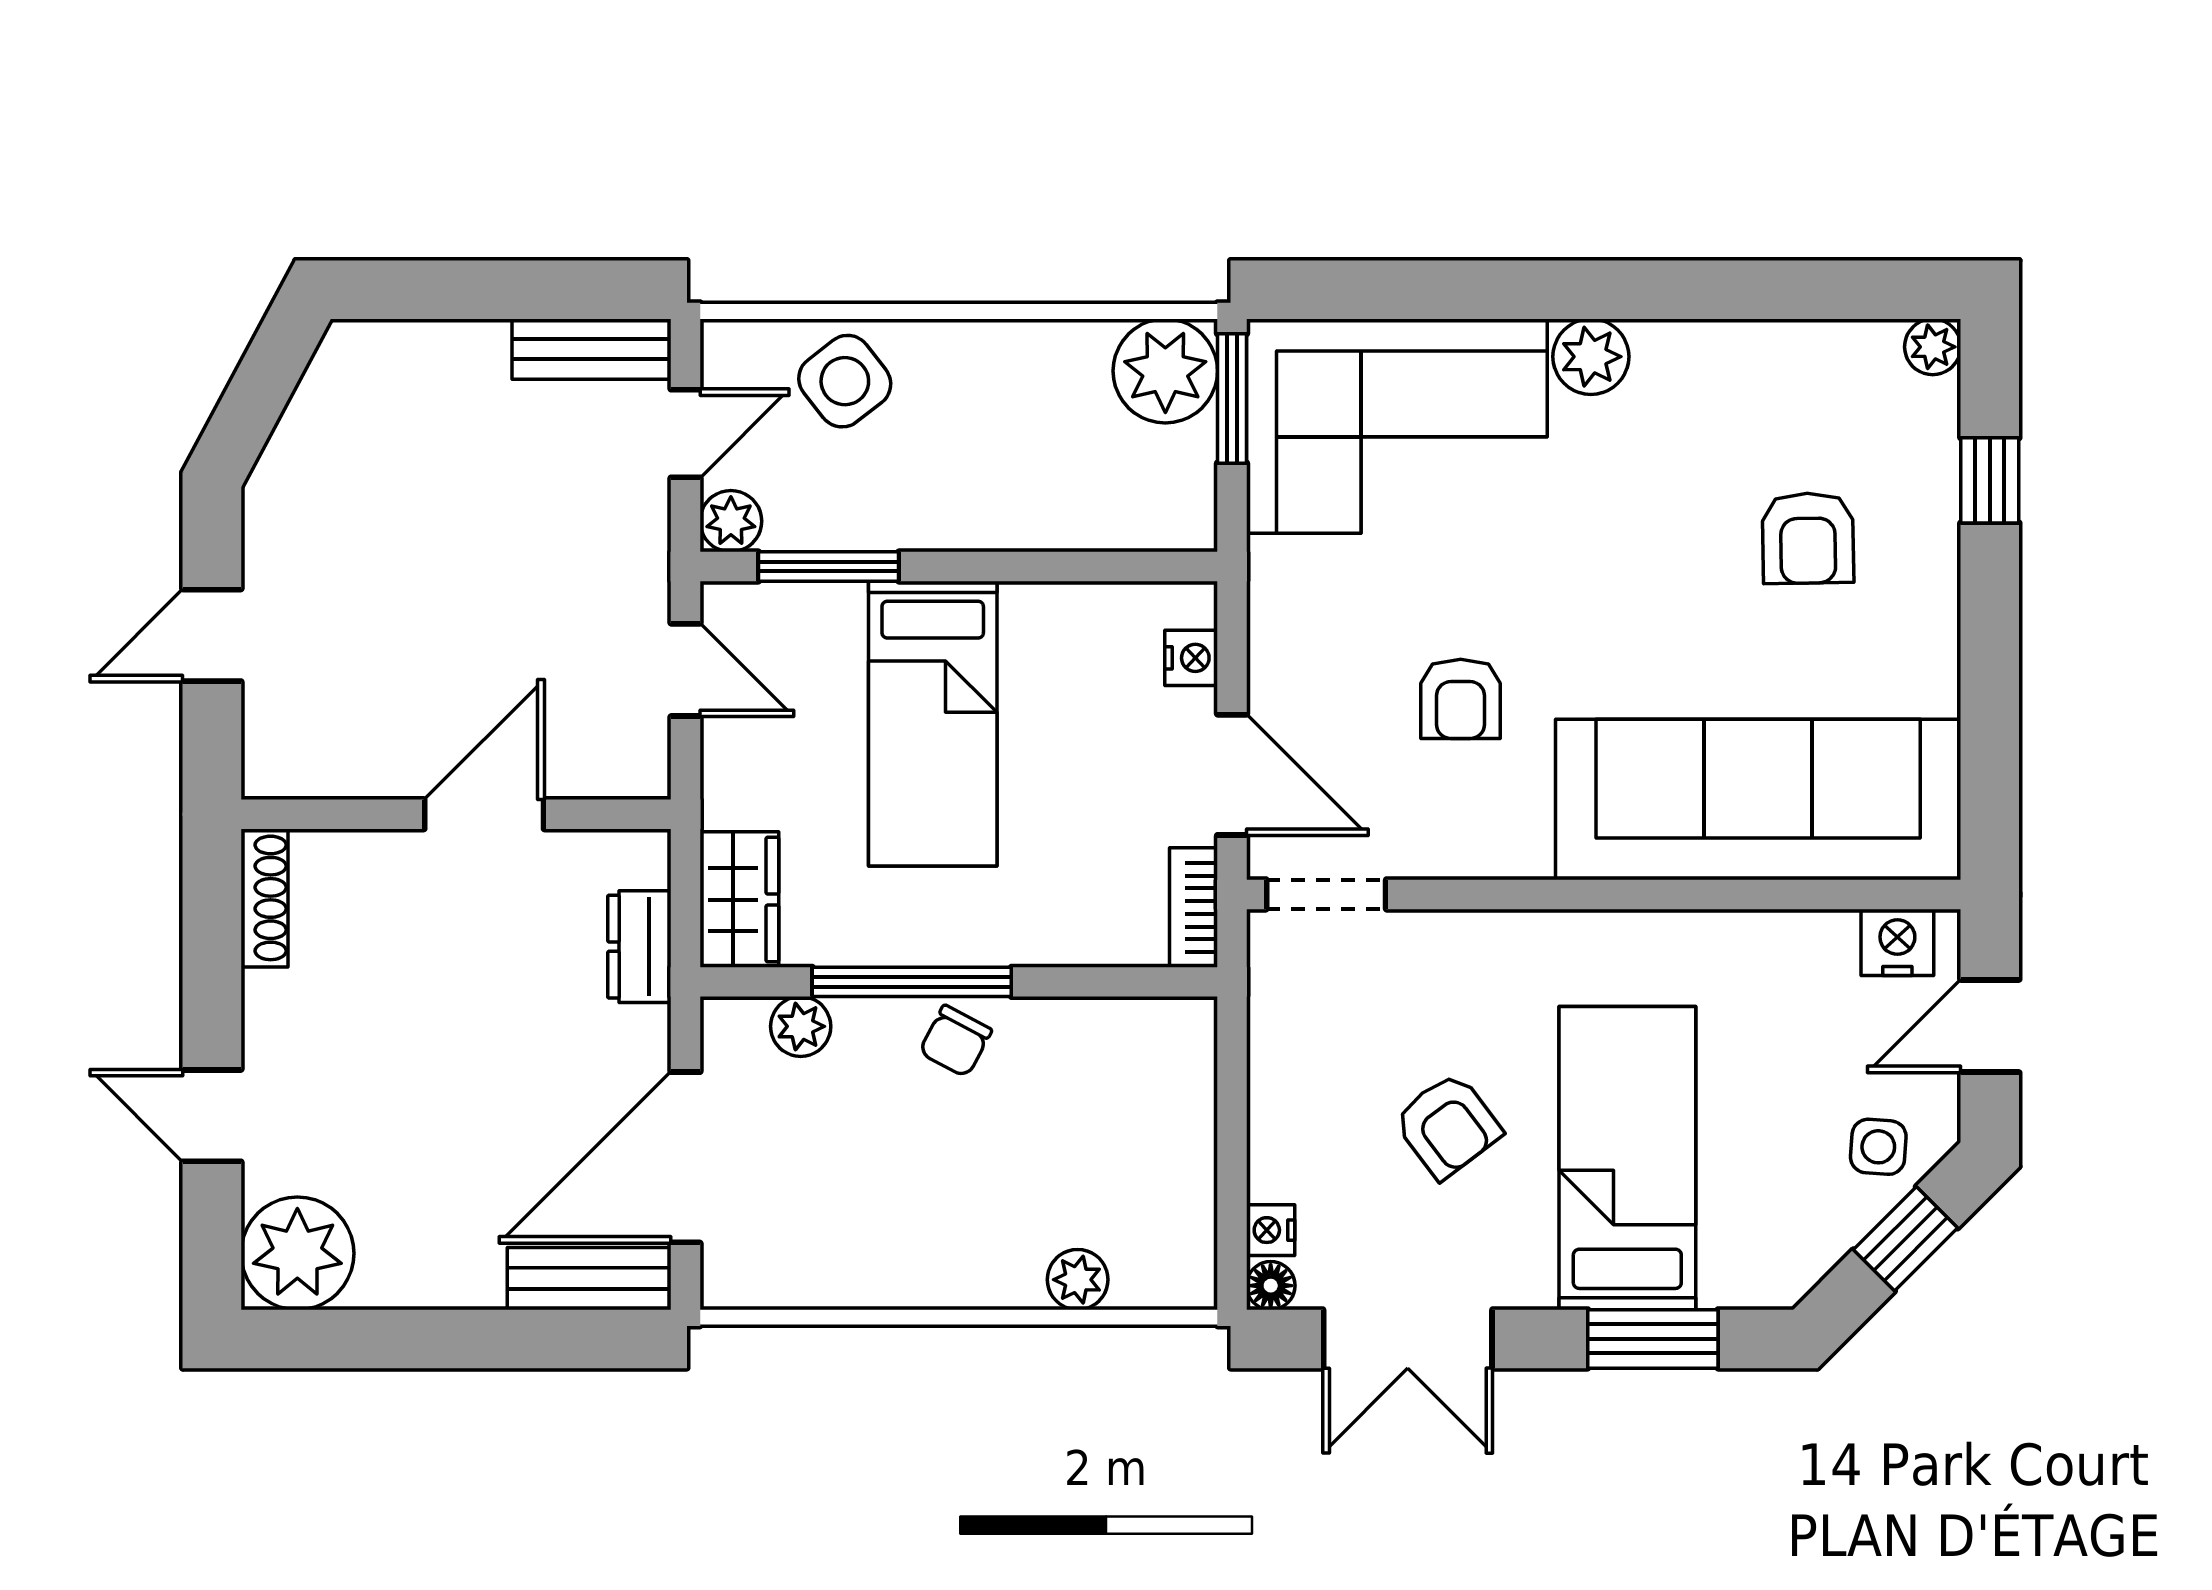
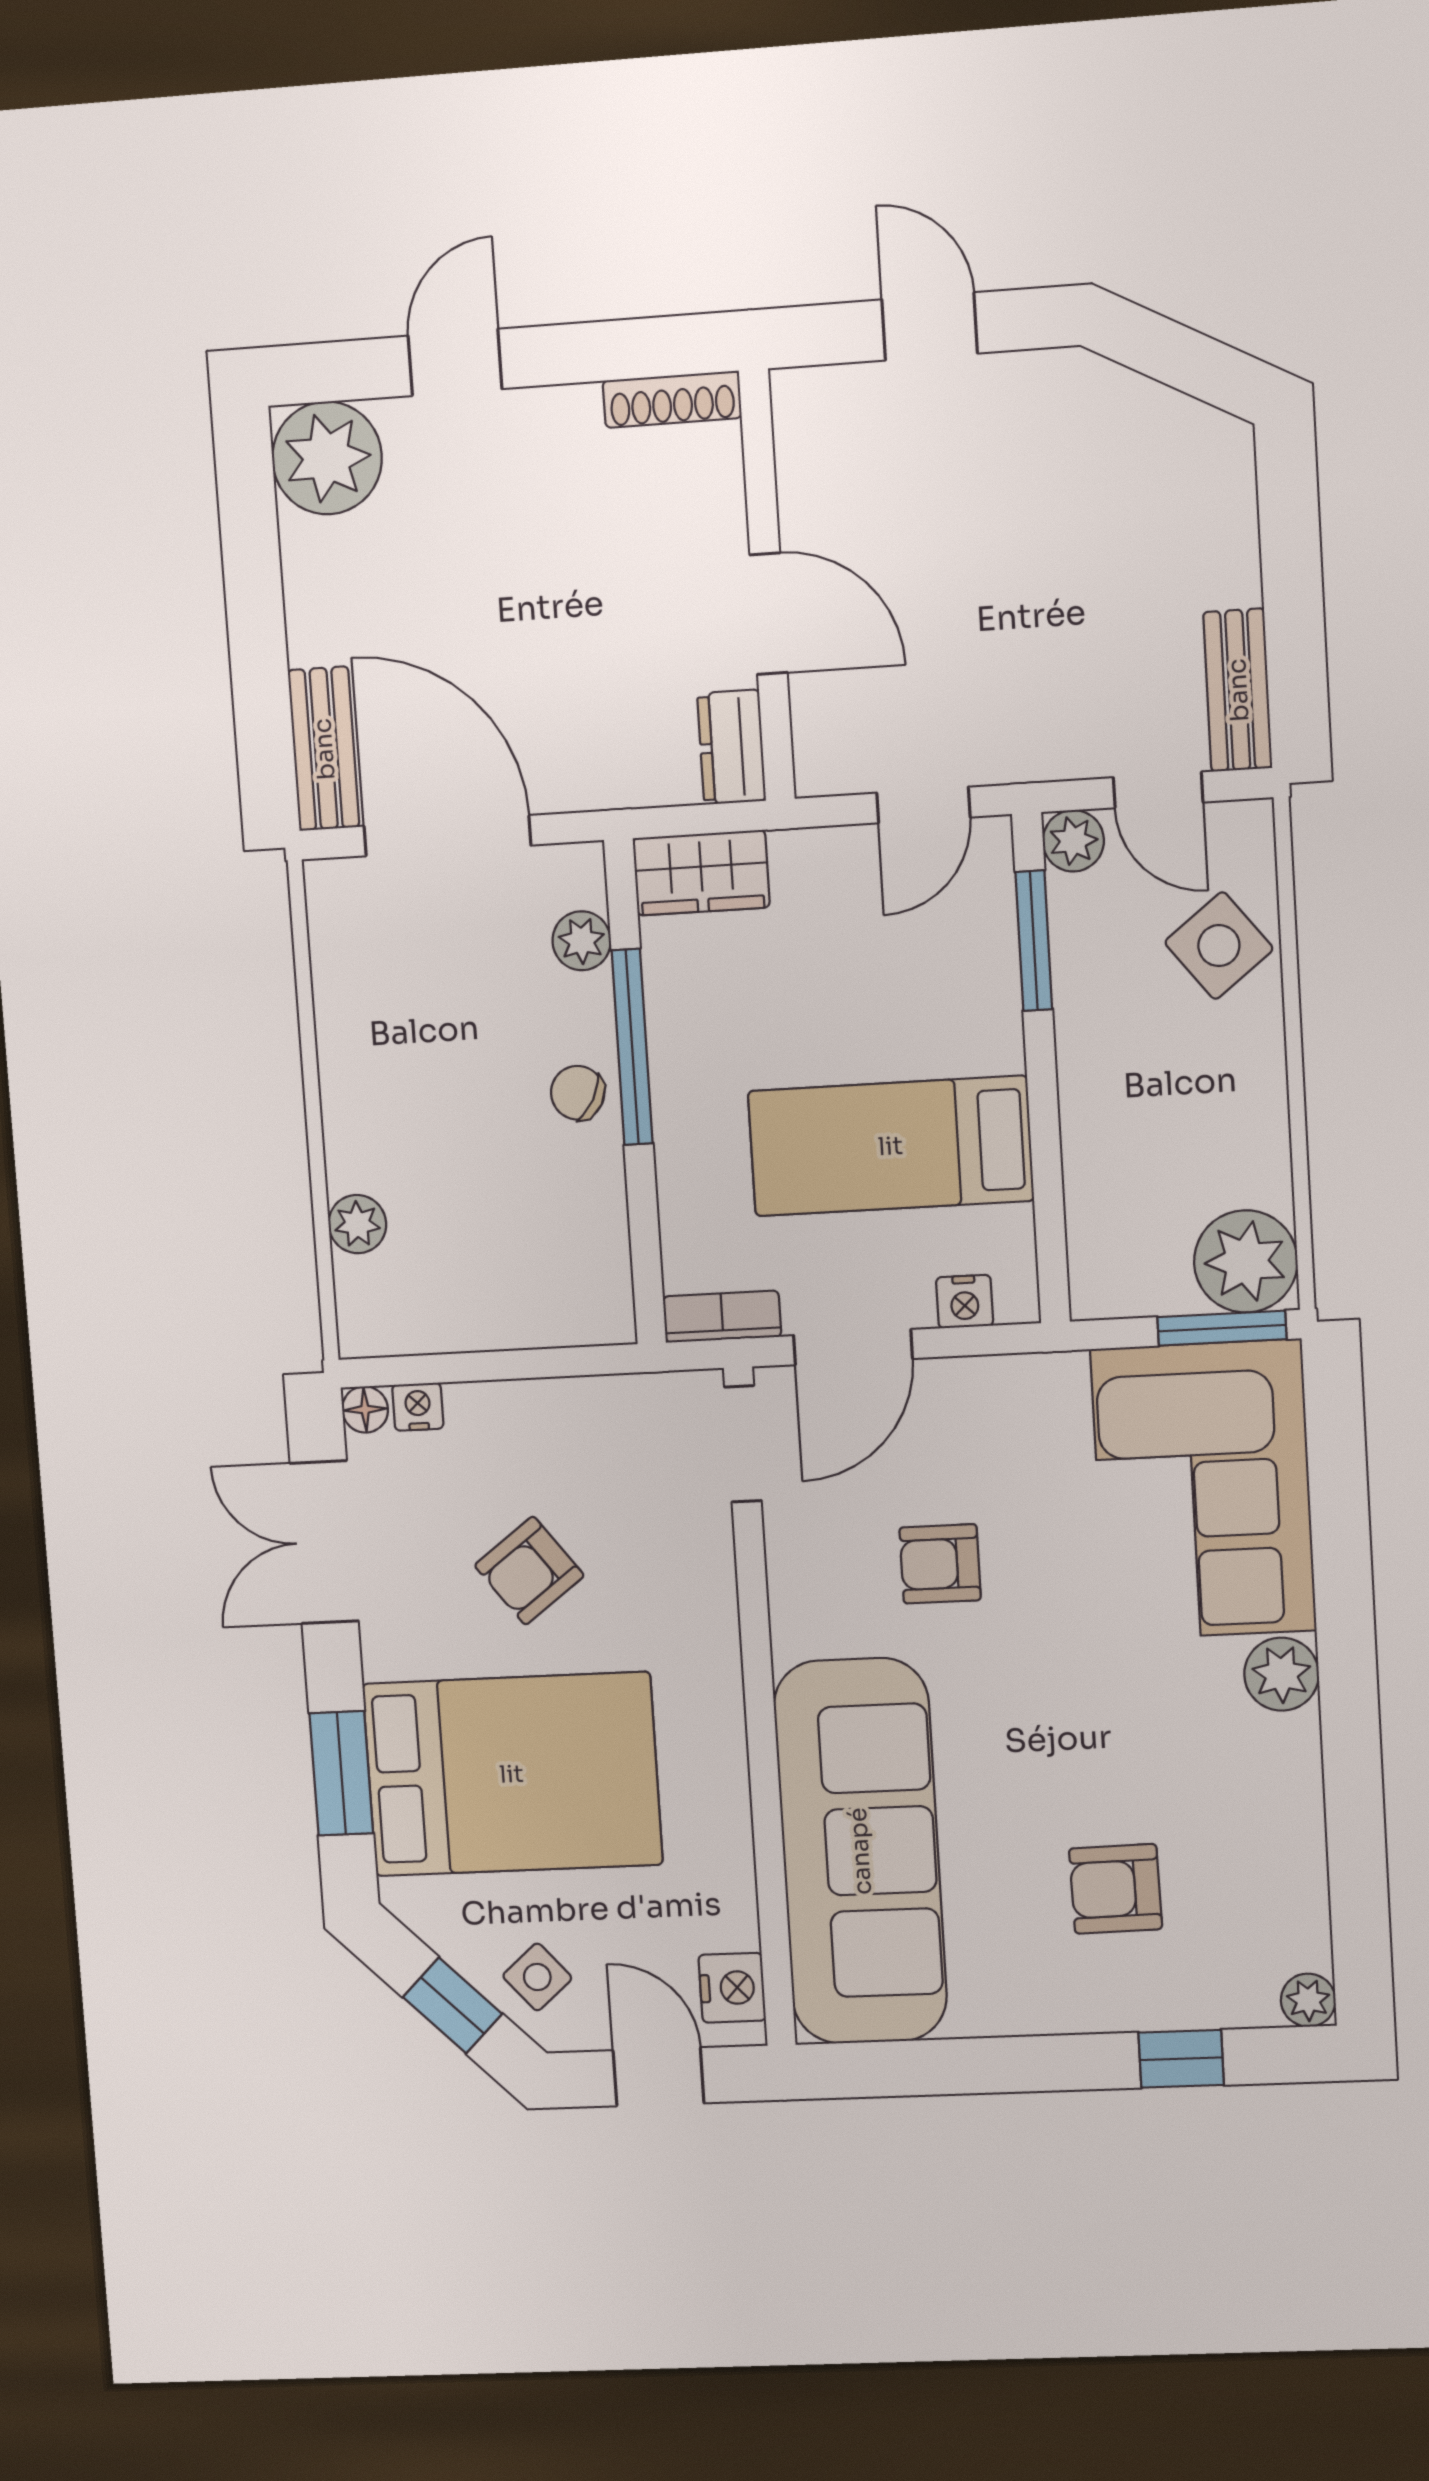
bed: (933, 724) -> (891, 1146), moved
dresser: (639, 947) -> (732, 747), moved, turned -90
side table: (1878, 1147) -> (537, 1977), turned 45
bed: (1627, 1158) -> (512, 1774), width x1.50

